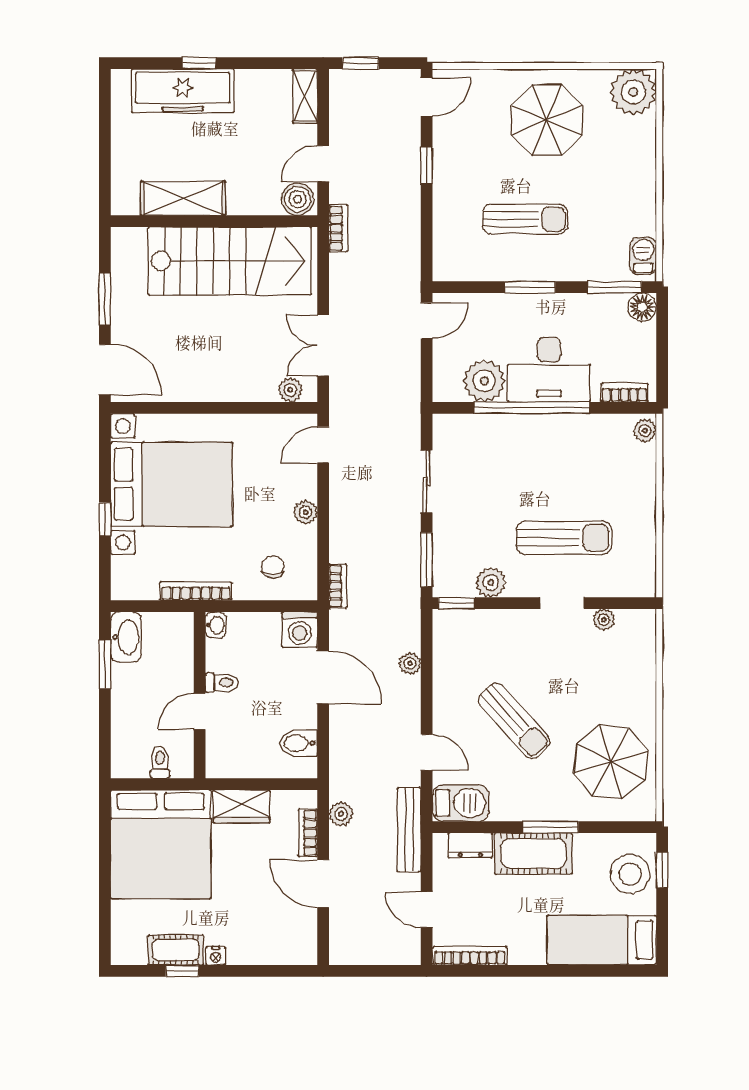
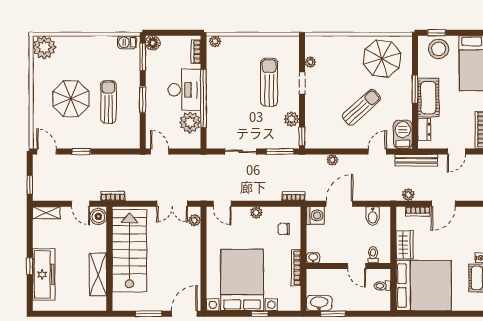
parasol: (547, 120) -> (71, 99), moved
toilet: (222, 683) -> (373, 255), moved

